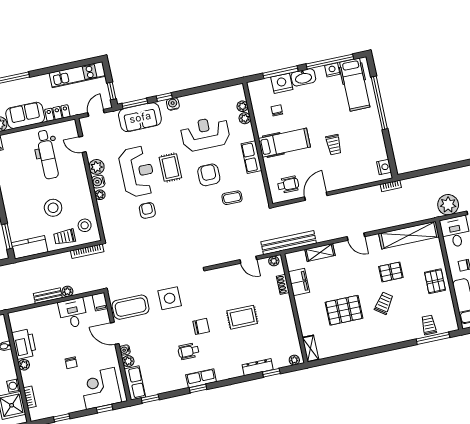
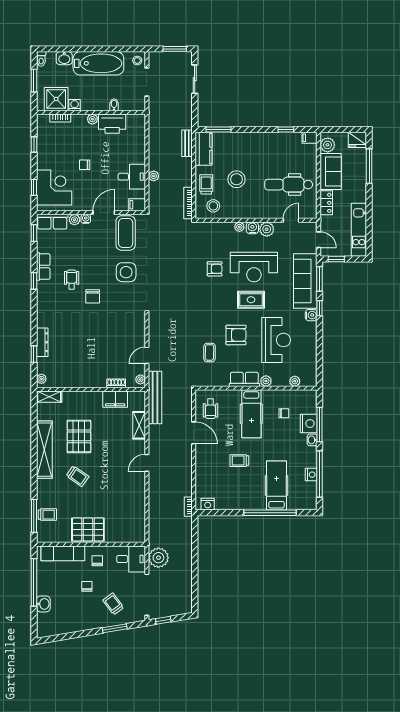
washbasin: (303, 77) -> (312, 440), width x0.52, depth x0.69
hospital bed: (355, 85) -> (276, 486), moved, turned 90
sofa: (140, 117) -> (305, 281), width x1.36
plant: (245, 118) -> (266, 381), moved
shelving: (409, 235) -> (44, 450), moved
pallet: (391, 272) -> (106, 489), removed
pallet: (435, 281) -> (88, 529), width x1.50, depth x1.42
bench: (48, 296) -> (187, 143), moved
rug: (242, 317) -> (93, 338), removed
row of seats: (201, 378) -> (43, 267), moved

